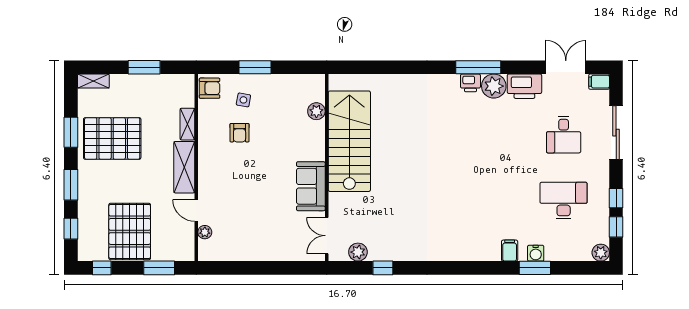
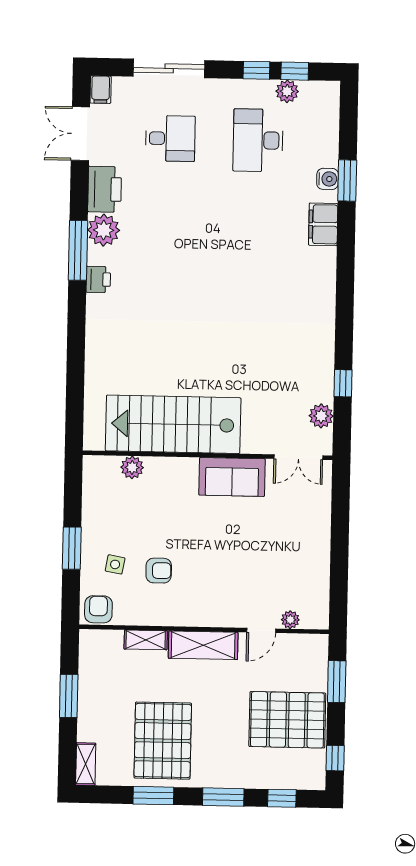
printer: (470, 83) -> (98, 279), moved
filing cabinet: (510, 251) -> (323, 224), width x2.00
plant: (601, 253) -> (287, 91), moved

